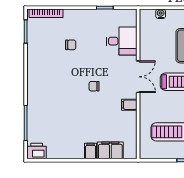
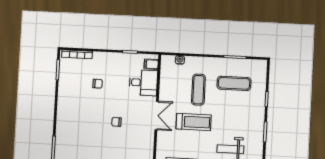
filing cabinet: (129, 105) -> (151, 64), moved

